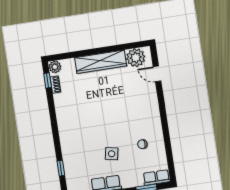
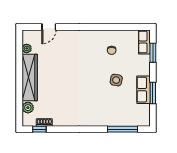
plant: (136, 58) -> (27, 48), width x0.53, depth x0.53
plant: (55, 67) -> (28, 108), moved
window: (61, 168) -> (123, 129), width x2.17

